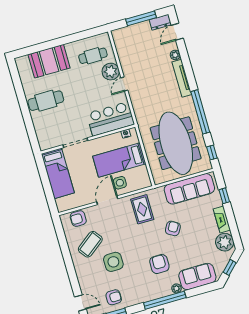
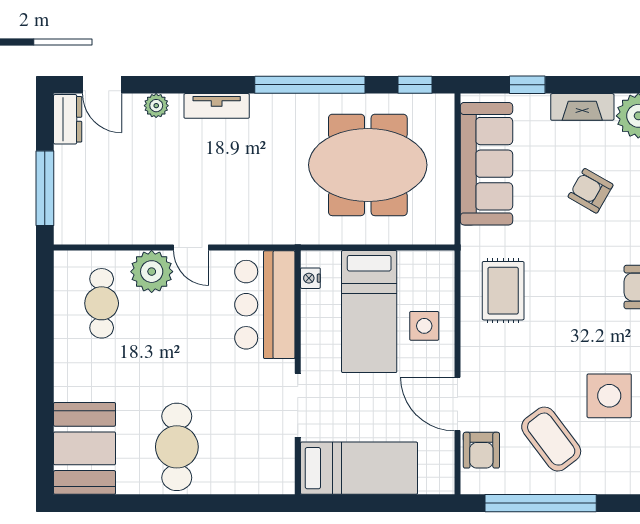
window: (141, 18) -> (45, 188), moved
booth: (49, 61) -> (85, 448), moved
tv unit: (182, 78) -> (217, 106), width x0.71
meeting table: (176, 143) -> (368, 165), width x0.73
door: (107, 200) -> (457, 404), moved
rug: (142, 209) -> (503, 291), turned 90
armchair: (173, 228) -> (591, 191), moved
window: (64, 247) -> (541, 503), added

